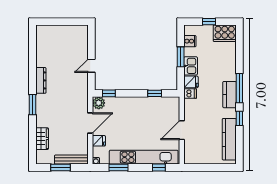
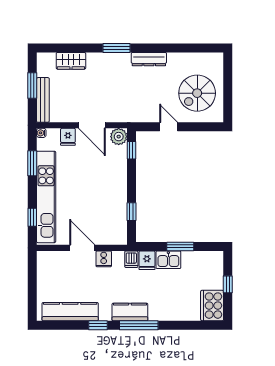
cooker: (190, 41) -> (104, 259), moved
spiral stairs: (66, 44) -> (197, 93), added

